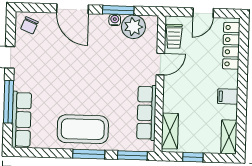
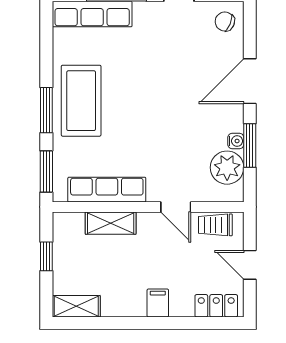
locker: (231, 46) -> (216, 306), width x0.66
filing cabinet: (228, 96) -> (158, 303), moved
shelving: (170, 131) -> (111, 223), moved

